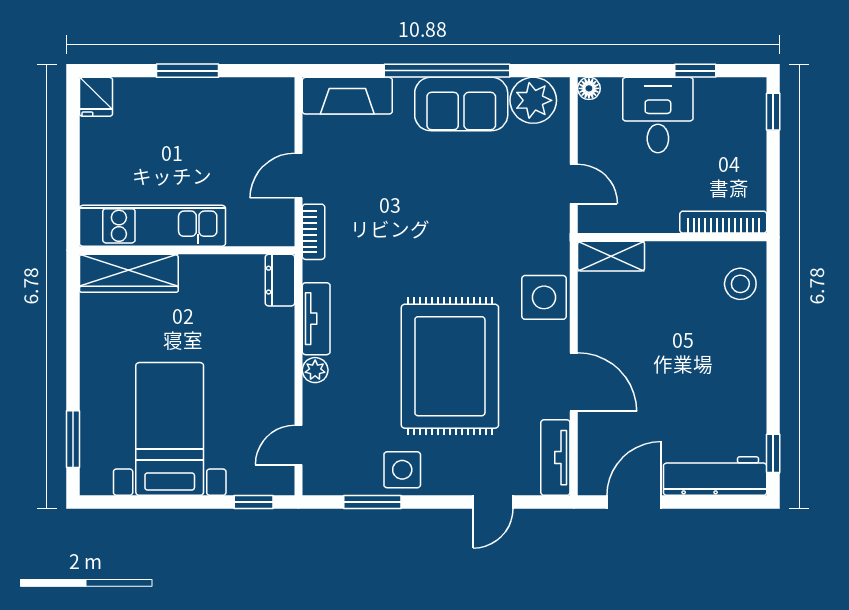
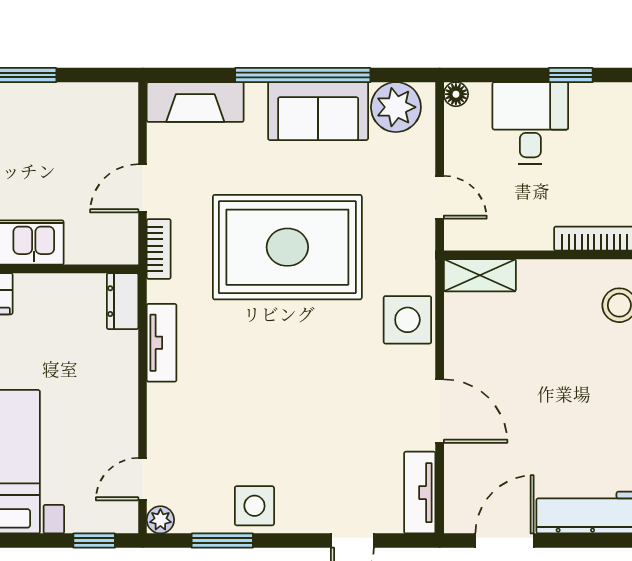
rug: (450, 366) -> (287, 247), moved, turned 90
plant: (315, 370) -> (160, 520), moved

